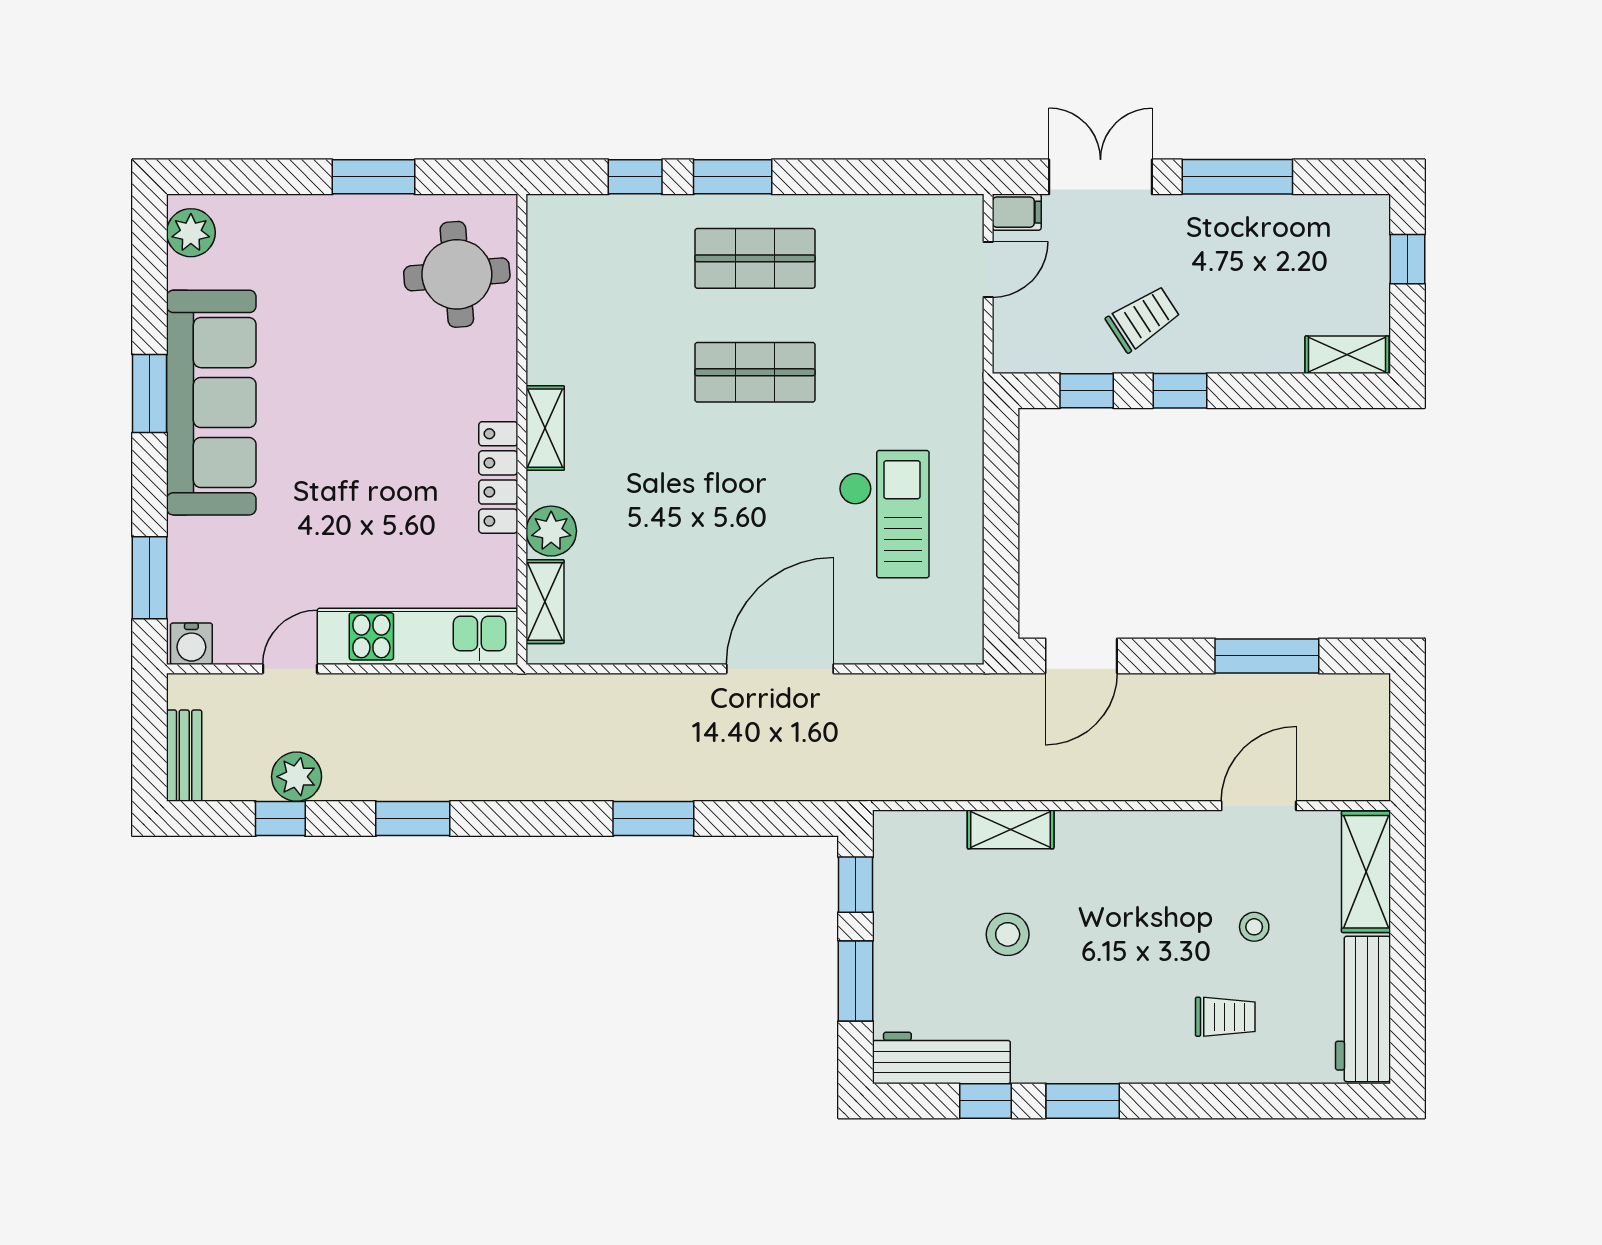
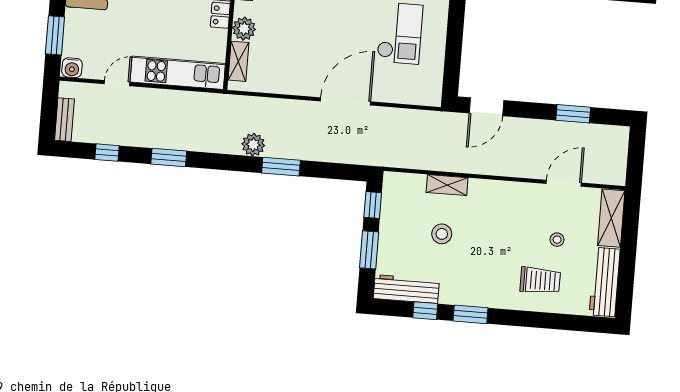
window: (1267, 656) -> (573, 114), width x0.69
plant: (297, 777) -> (253, 145), moved
trolley: (1225, 1017) -> (540, 280), width x1.36, depth x1.39

